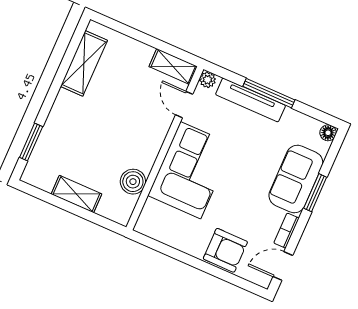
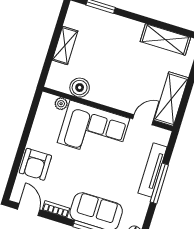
shelving: (173, 67) -> (171, 99), width x1.50, depth x1.33
plant: (208, 80) -> (61, 104), moved

